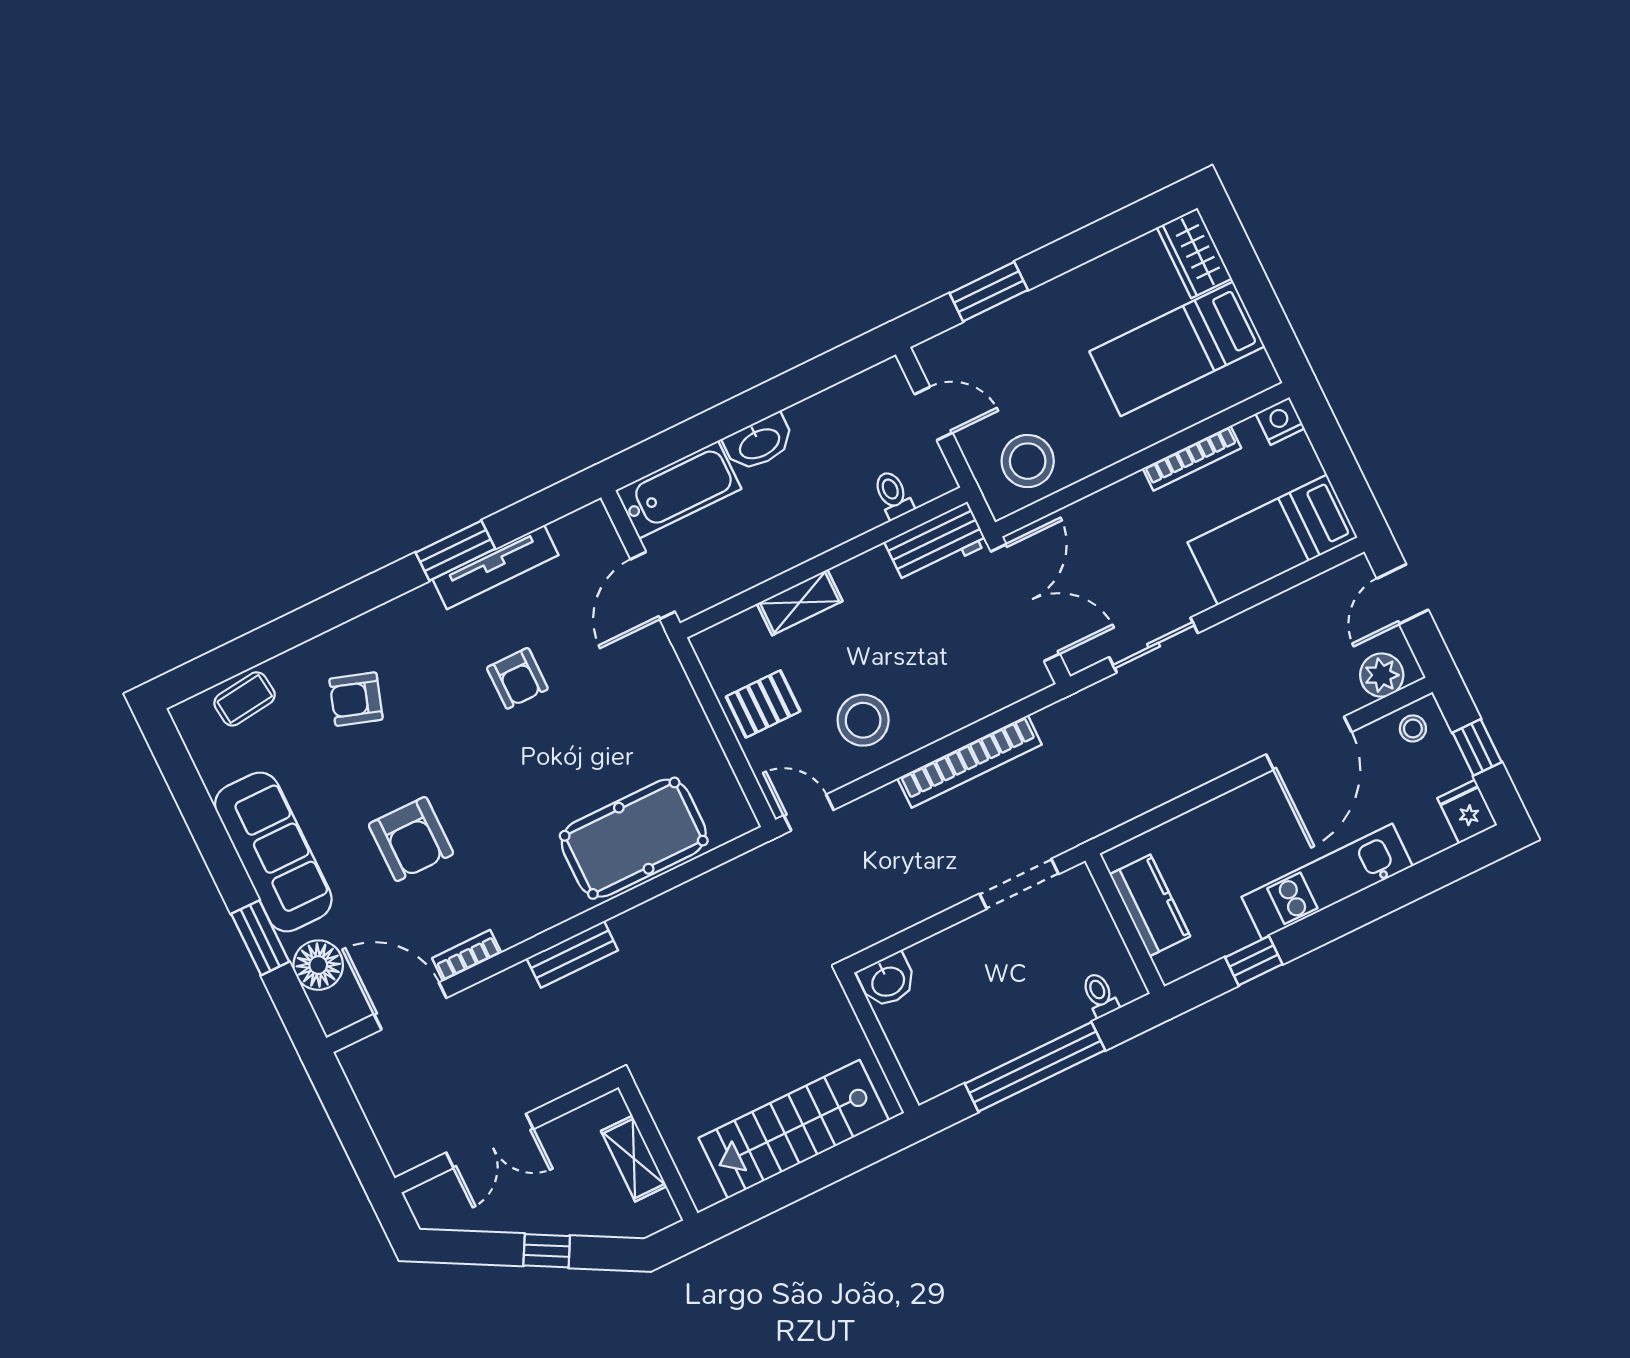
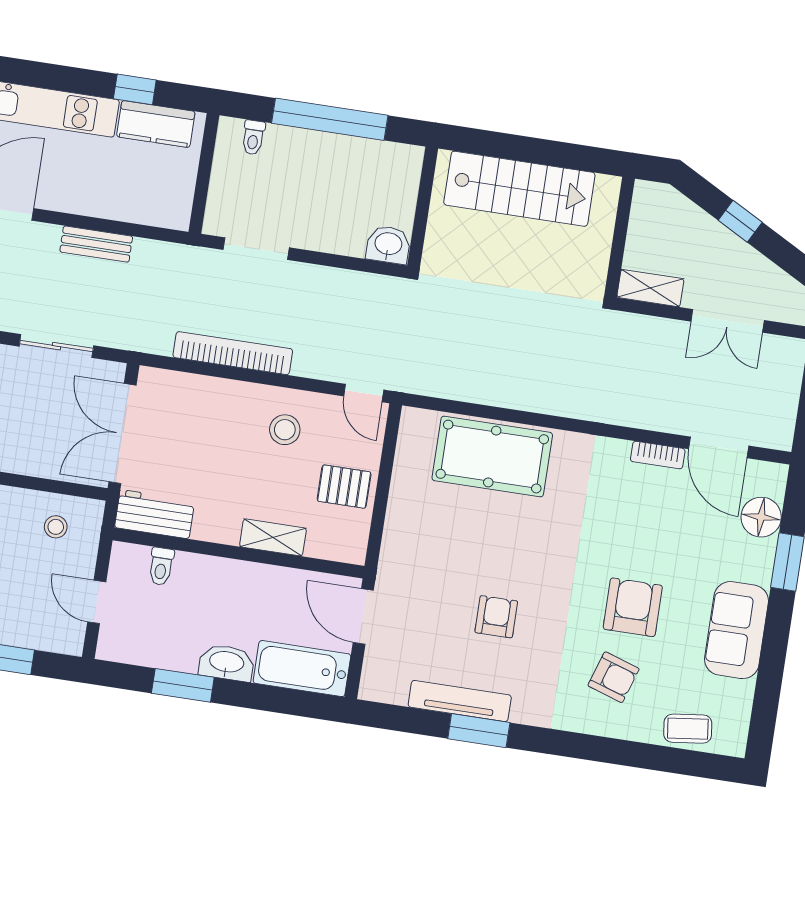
window: (788, 389) -> (183, 685), added
stool: (1028, 461) -> (56, 527), width x0.53, depth x0.53
door: (653, 585) -> (363, 616), swing flipped
stool: (863, 720) -> (285, 430), width x0.73, depth x0.73
armchair: (411, 839) -> (633, 607), moved
sofa: (273, 852) -> (736, 630), width x0.73
kitchen counter: (1150, 905) -> (156, 124), moved, turned -90
bench: (572, 954) -> (96, 244), moved
double door: (490, 1141) -> (728, 321), swing flipped
shelving: (634, 1159) -> (650, 288), moved, turned 90

